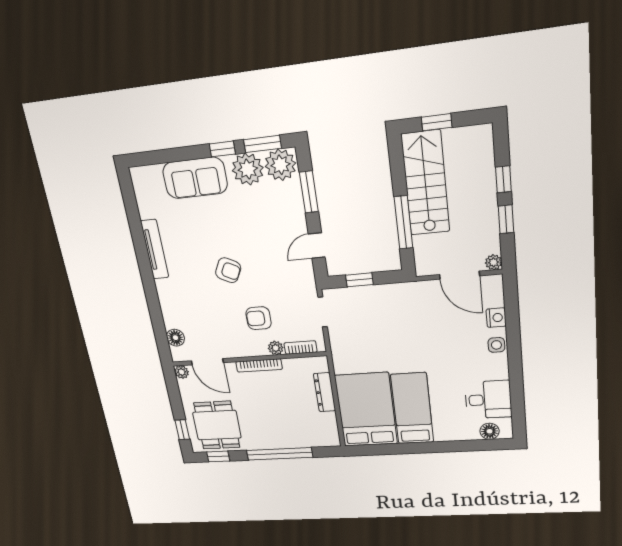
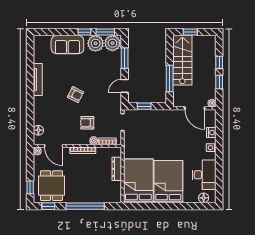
desk: (488, 400) -> (204, 175), width x1.37
bed: (412, 408) -> (168, 182), width x1.50

